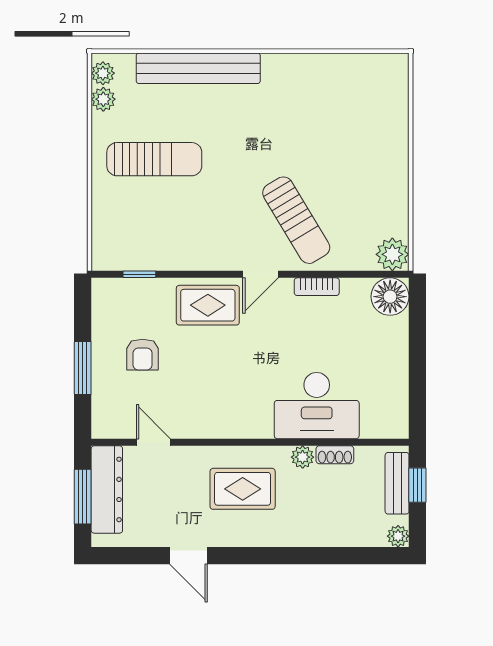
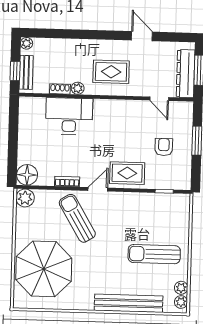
parasol: (355, 126) -> (44, 269), added

